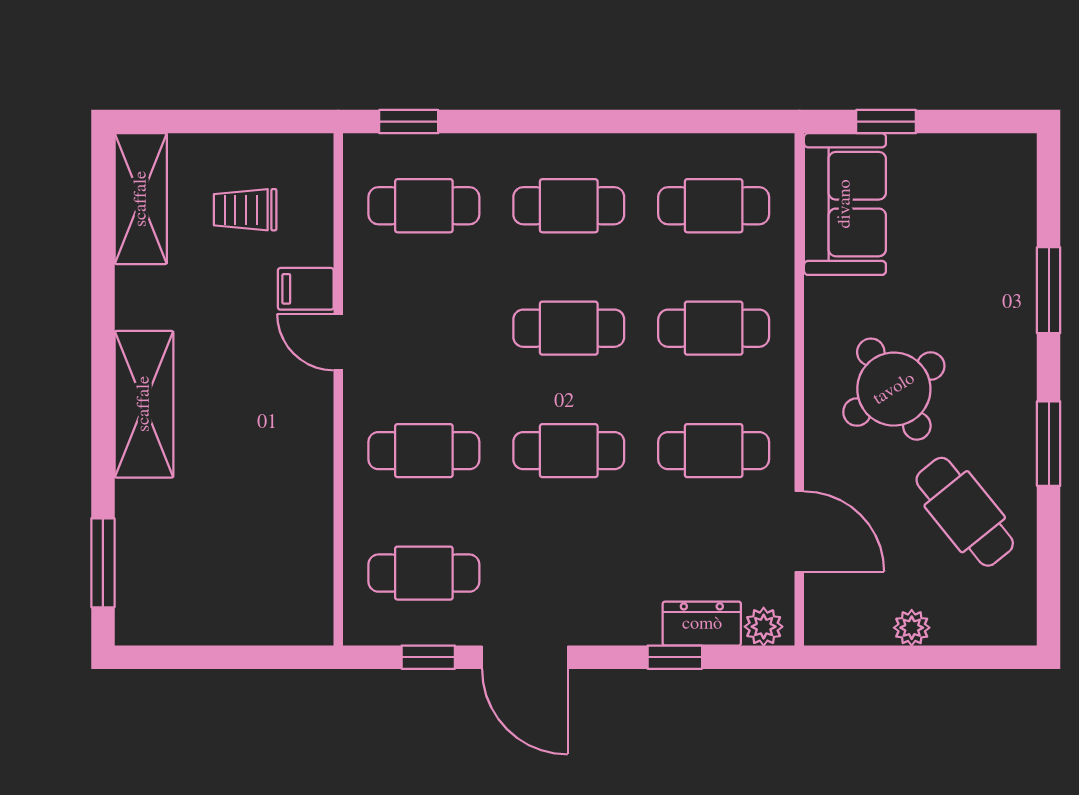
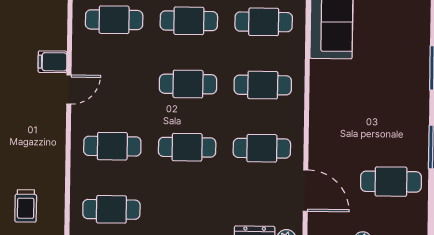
trolley: (245, 210) -> (26, 206), moved, turned -90
door: (338, 342) -> (69, 90), swing flipped
round table: (894, 389) -> (355, 118), removed
cafe table: (965, 512) -> (391, 182), turned -51

